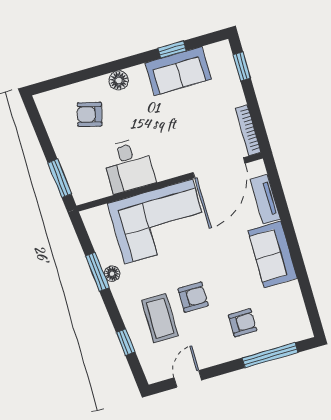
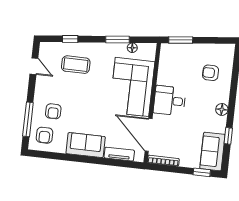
sofa: (178, 71) -> (212, 152), moved
floor lamp: (119, 80) -> (222, 109), moved
armchair: (90, 114) -> (211, 73), turned -105
desk: (129, 166) -> (170, 101), moved
floor lamp: (112, 274) -> (132, 48), moved
armchair: (193, 297) -> (45, 135), moved

